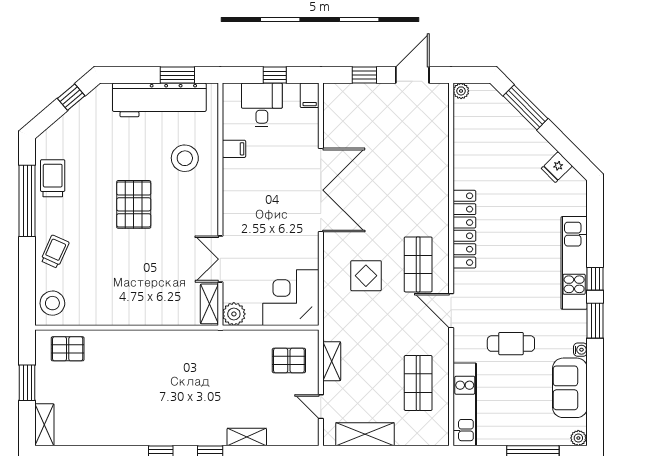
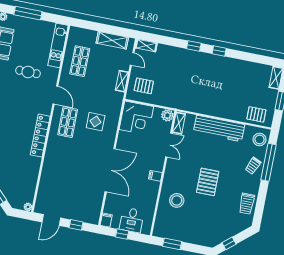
workbench: (159, 100) -> (219, 129), moved, turned 180
filing cabinet: (234, 149) -> (155, 176), moved
double door: (321, 190) -> (110, 170), swing flipped
window: (27, 201) -> (269, 162), moved
shelving: (247, 437) -> (146, 45), moved

